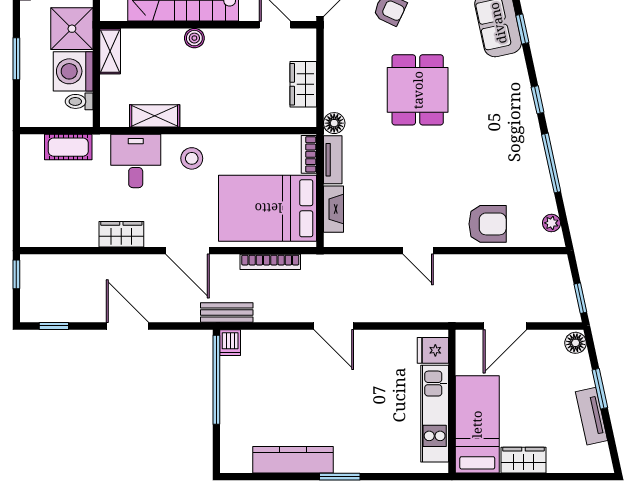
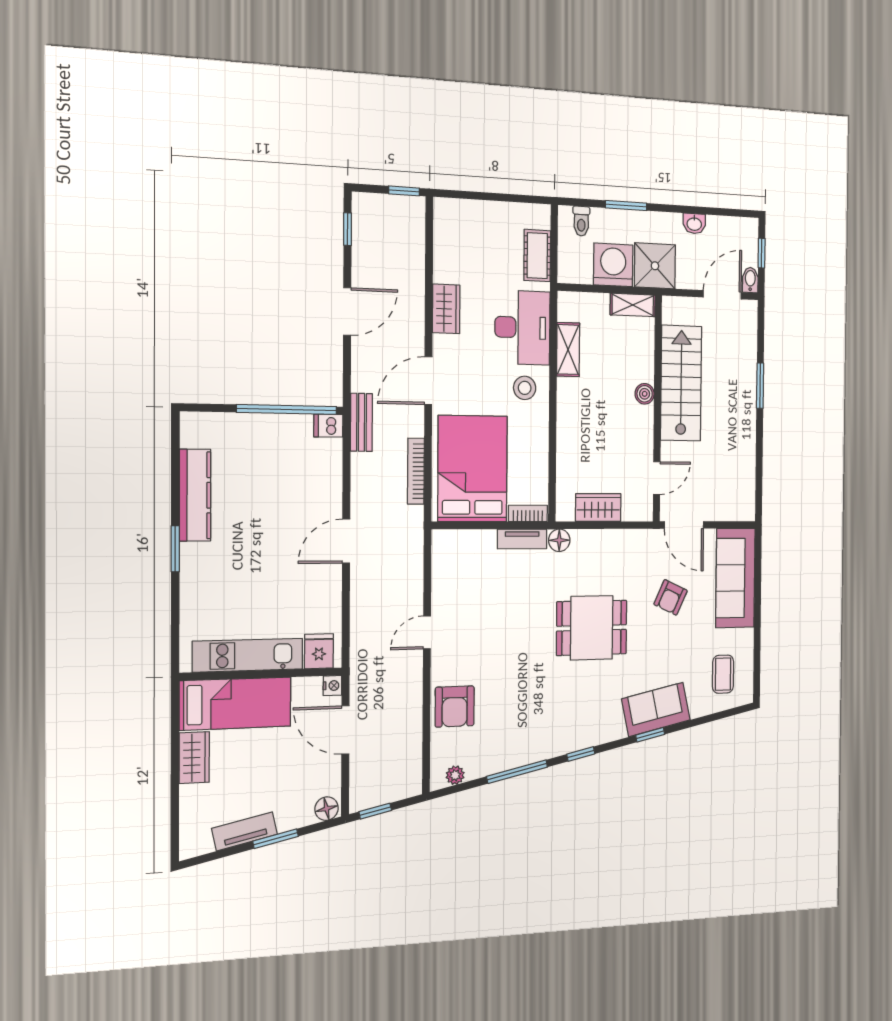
toilet: (79, 101) -> (581, 221), moved, turned 180
desk: (136, 161) -> (522, 328), width x1.37
fireplace: (333, 209) -> (471, 540), removed
nightstand: (464, 338) -> (332, 686), added

